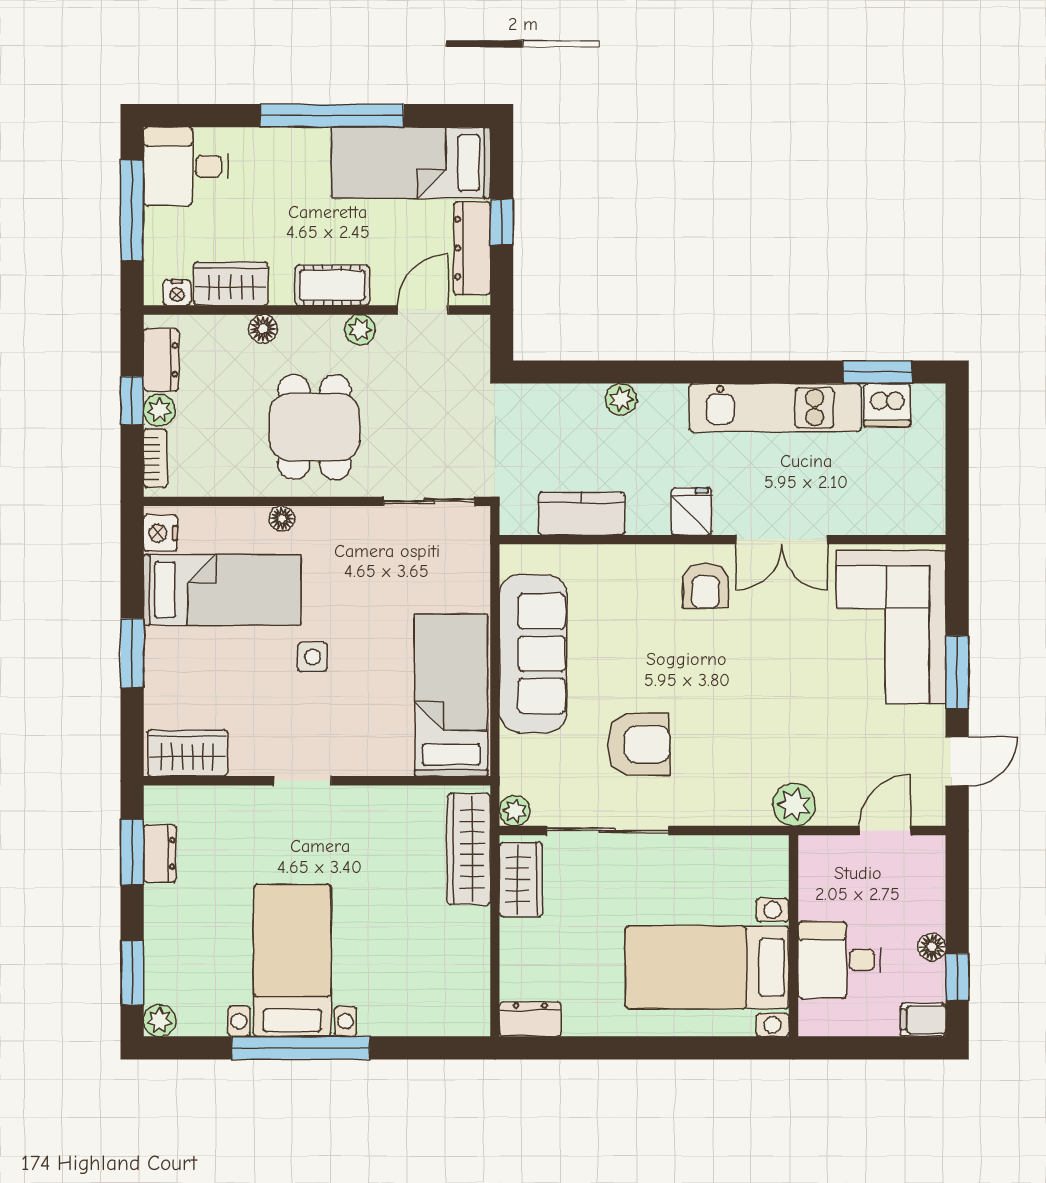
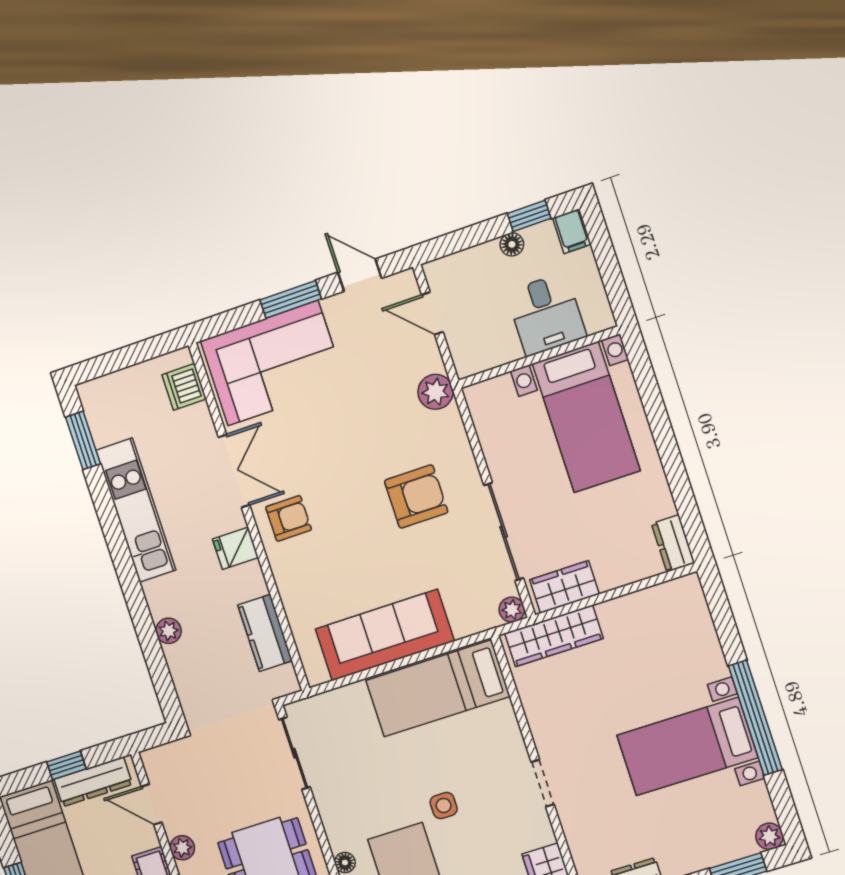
dishwasher: (887, 405) -> (184, 387), moved, turned 180
armchair: (639, 744) -> (416, 496), moved, turned 90

